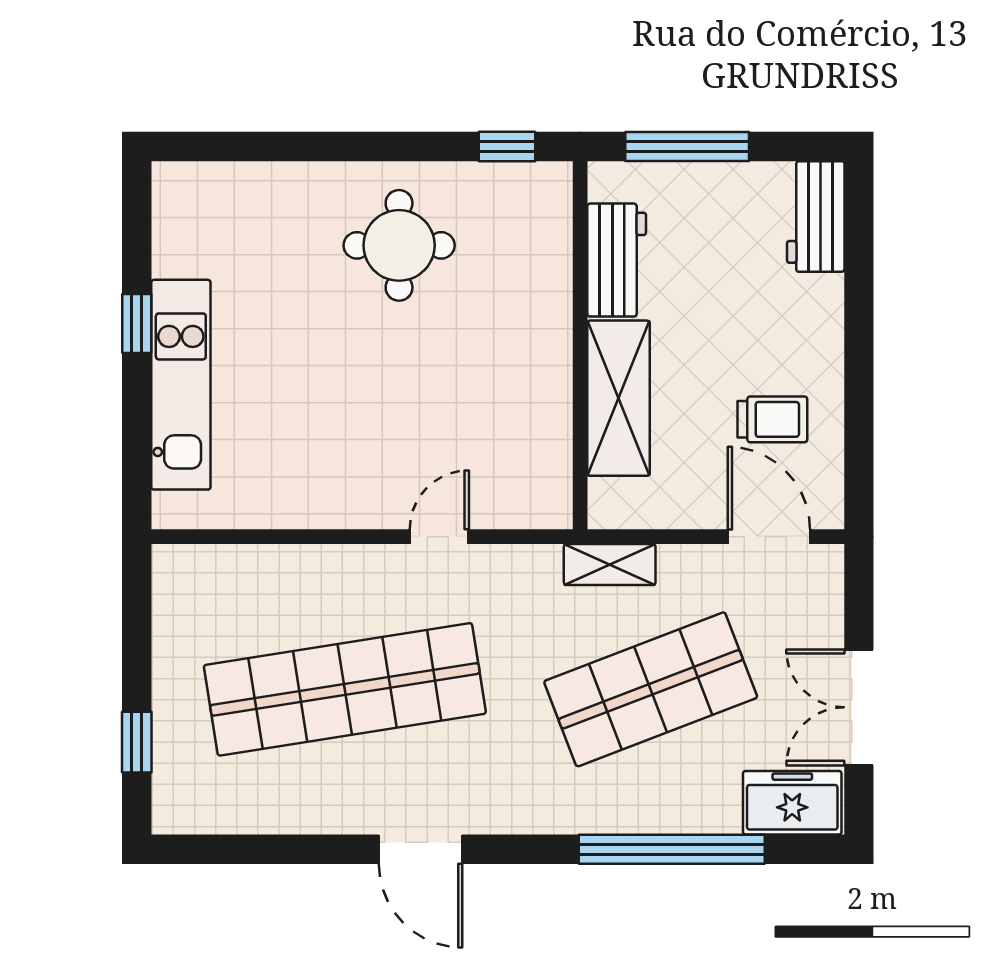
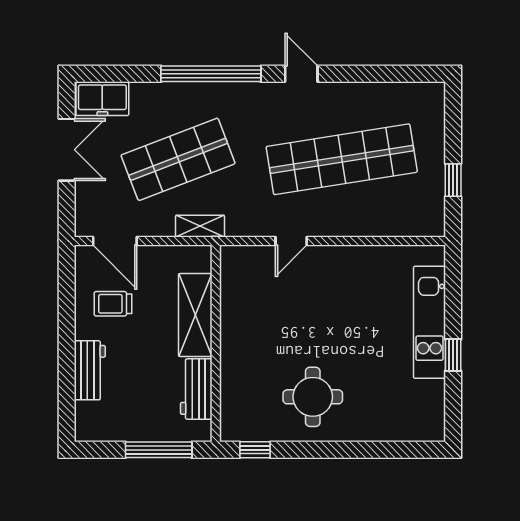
workbench: (816, 216) -> (90, 370), moved
window: (137, 742) -> (453, 180), moved
door: (421, 849) -> (301, 74), width x0.73
window: (672, 849) -> (211, 74), moved

